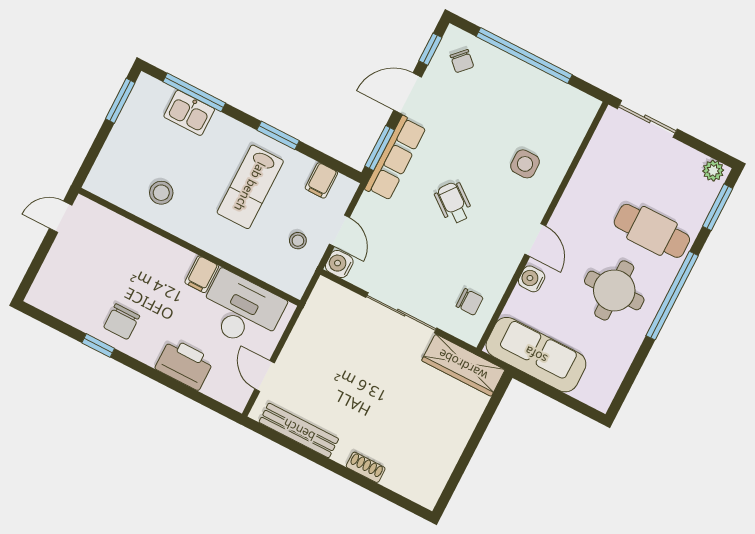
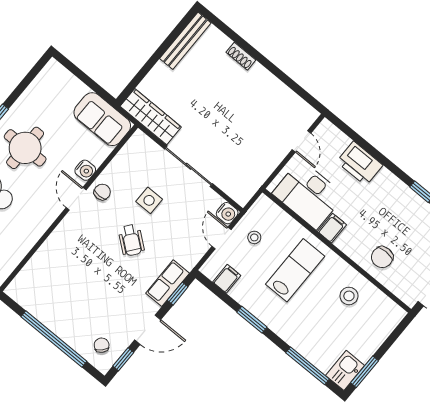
kitchen sink: (189, 113) -> (345, 370), moved, turned -90
window: (380, 148) -> (178, 294), width x0.67
row of seats: (395, 158) -> (168, 283), width x0.68
side table: (525, 164) -> (149, 200), moved
lab bench: (250, 187) -> (295, 270), moved
chair: (470, 302) -> (102, 192), moved, turned 90
chair: (122, 322) -> (382, 257), moved, turned 180
sofa: (536, 355) -> (102, 119), width x0.73
bench: (299, 430) -> (185, 41), moved, turned 90

